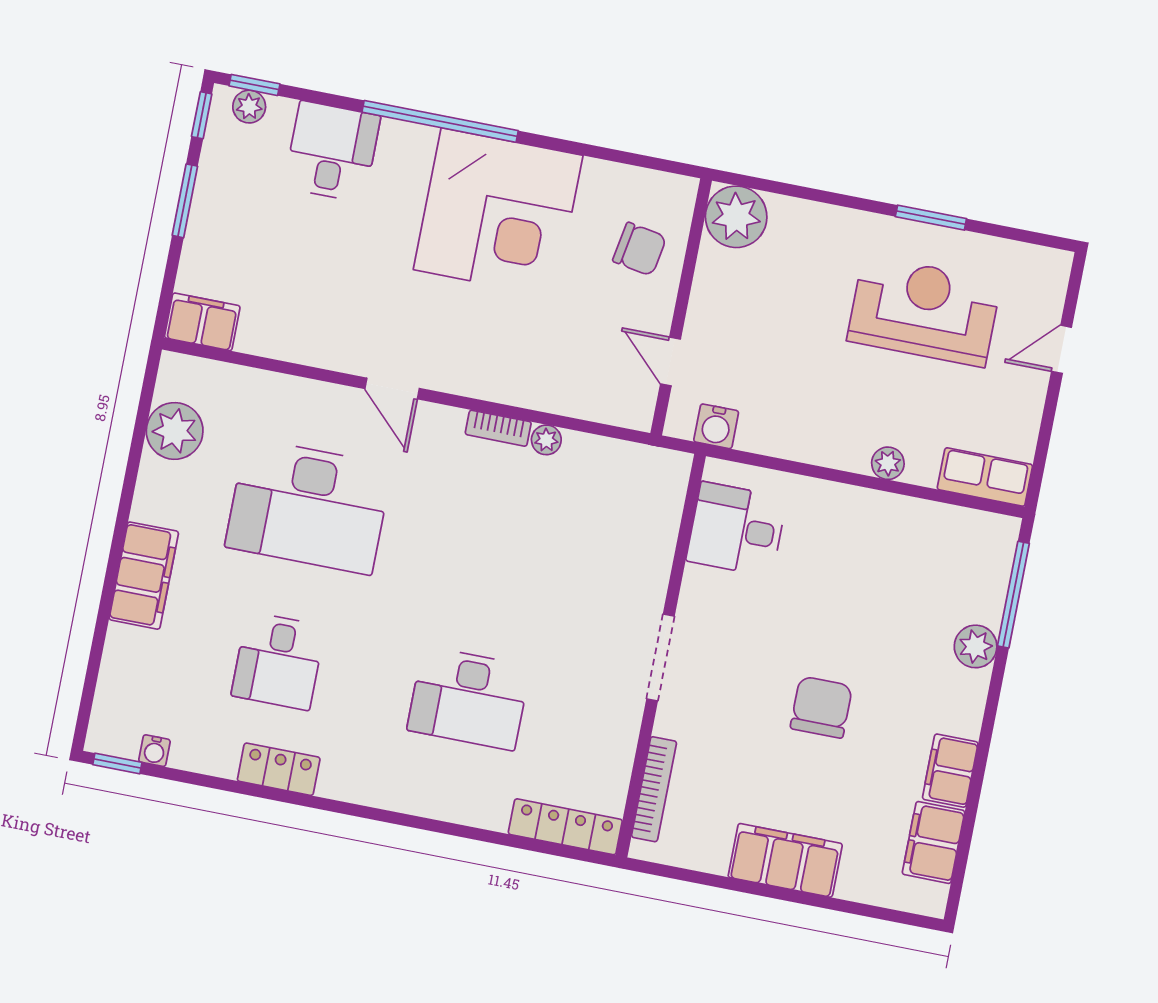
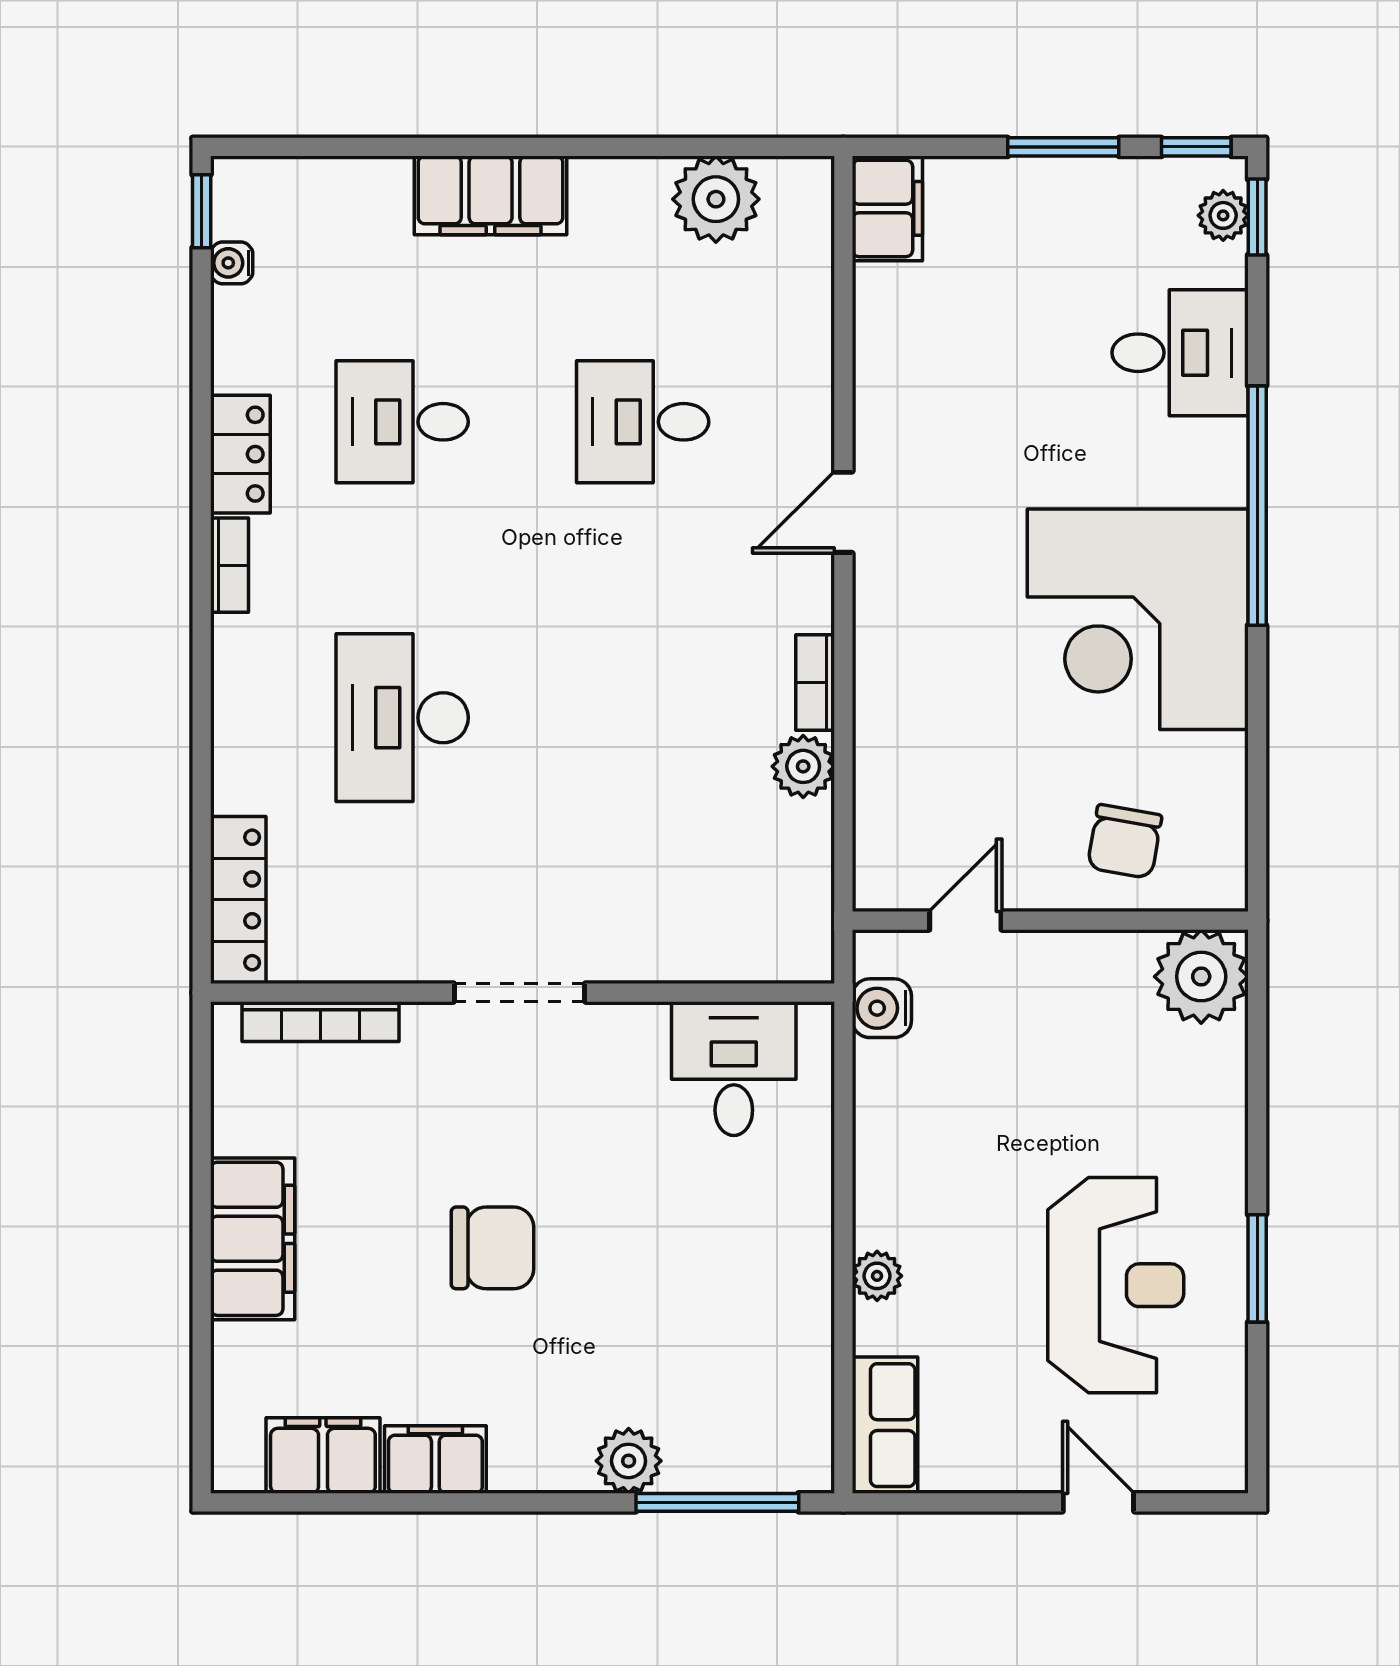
plant: (546, 440) -> (803, 766), width x1.38, depth x1.38
desk: (309, 506) -> (643, 422), width x0.53, depth x0.77
bookcase: (349, 790) -> (229, 565), added

